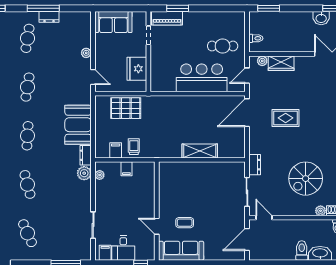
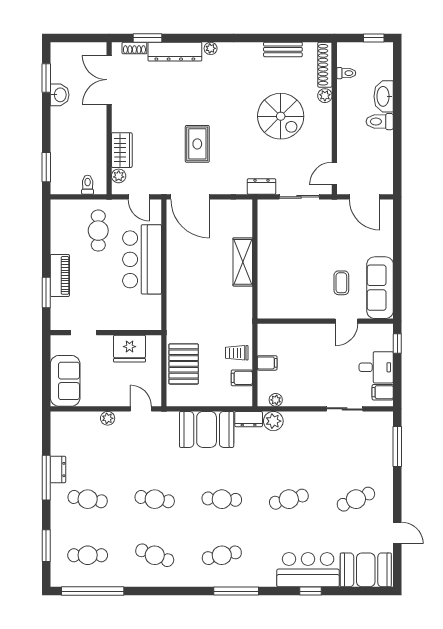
piano: (167, 18) -> (60, 275), moved
door: (93, 77) -> (141, 409), hinge flipped

